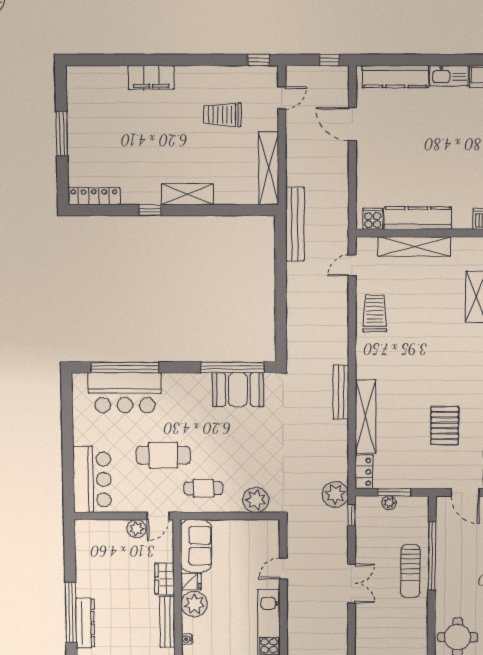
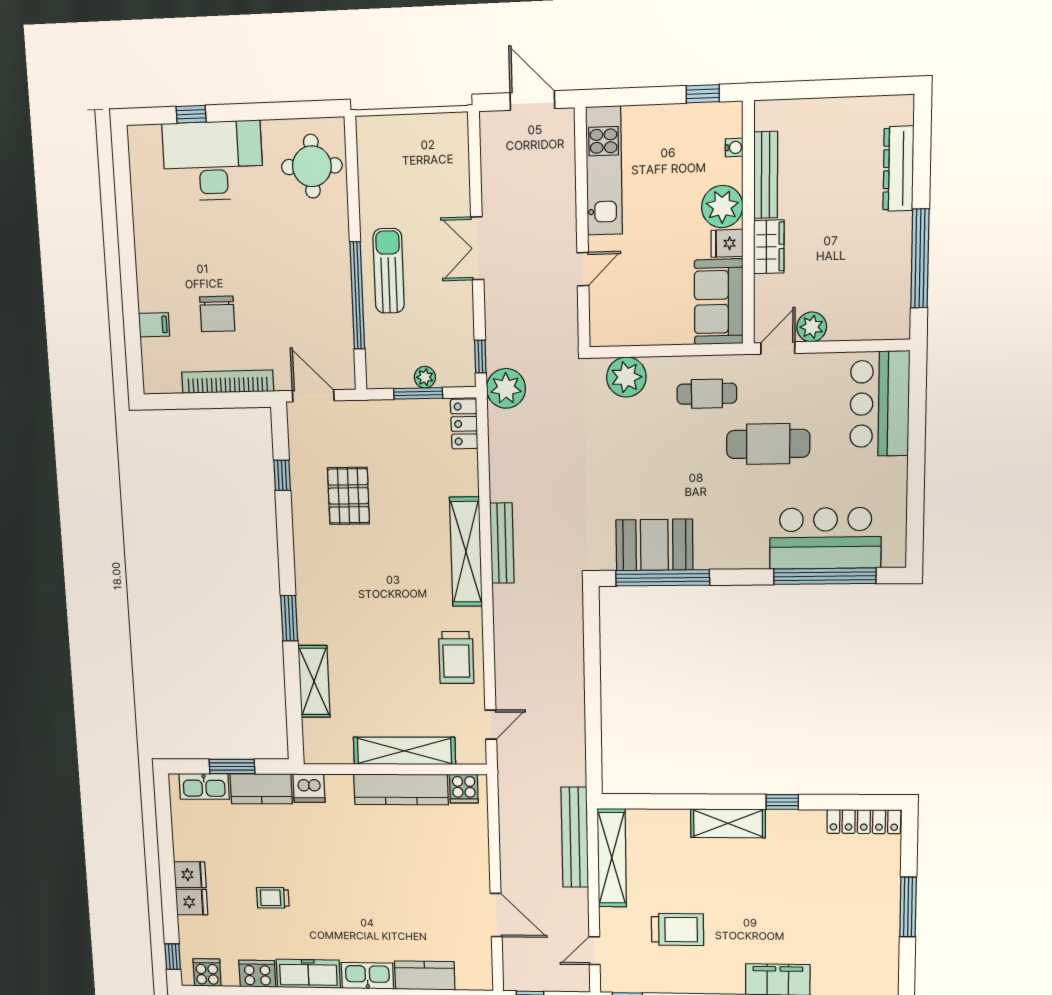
kitchen counter: (395, 77) -> (425, 975), width x0.67
bench: (295, 224) -> (575, 837), moved
shelving: (365, 417) -> (466, 552), moved
window: (71, 612) -> (920, 258), moved

